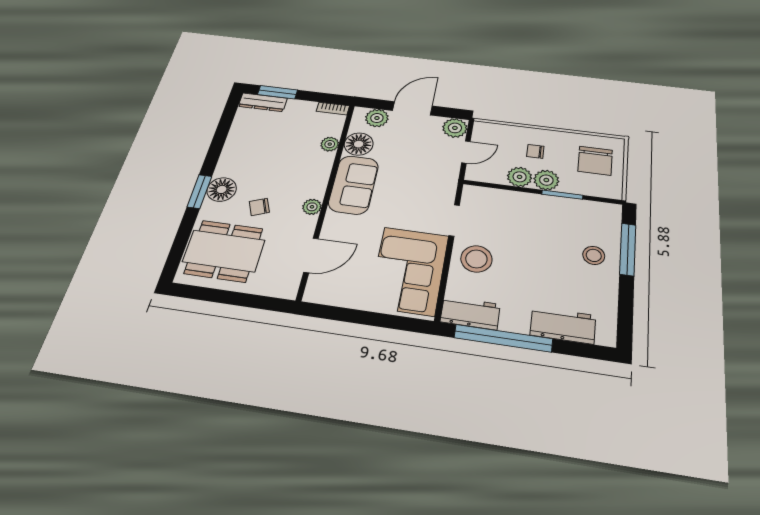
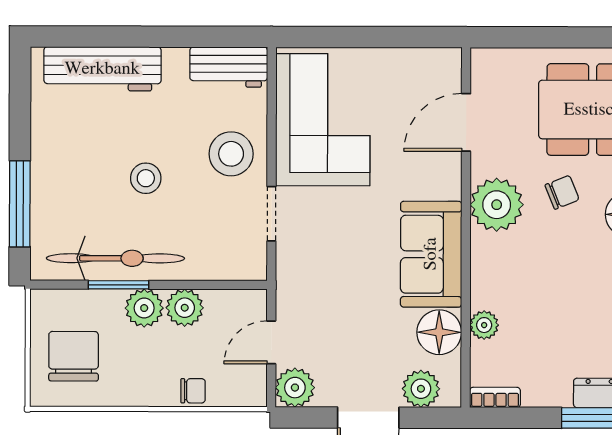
chair: (535, 151) -> (193, 391), moved
plant: (312, 207) -> (497, 205), width x1.87, depth x1.87
bicycle: (563, 209) -> (115, 258), added
stool: (594, 255) -> (146, 178), moved
workbench: (563, 325) -> (102, 69), width x1.37
window: (503, 338) -> (180, 37), removed

